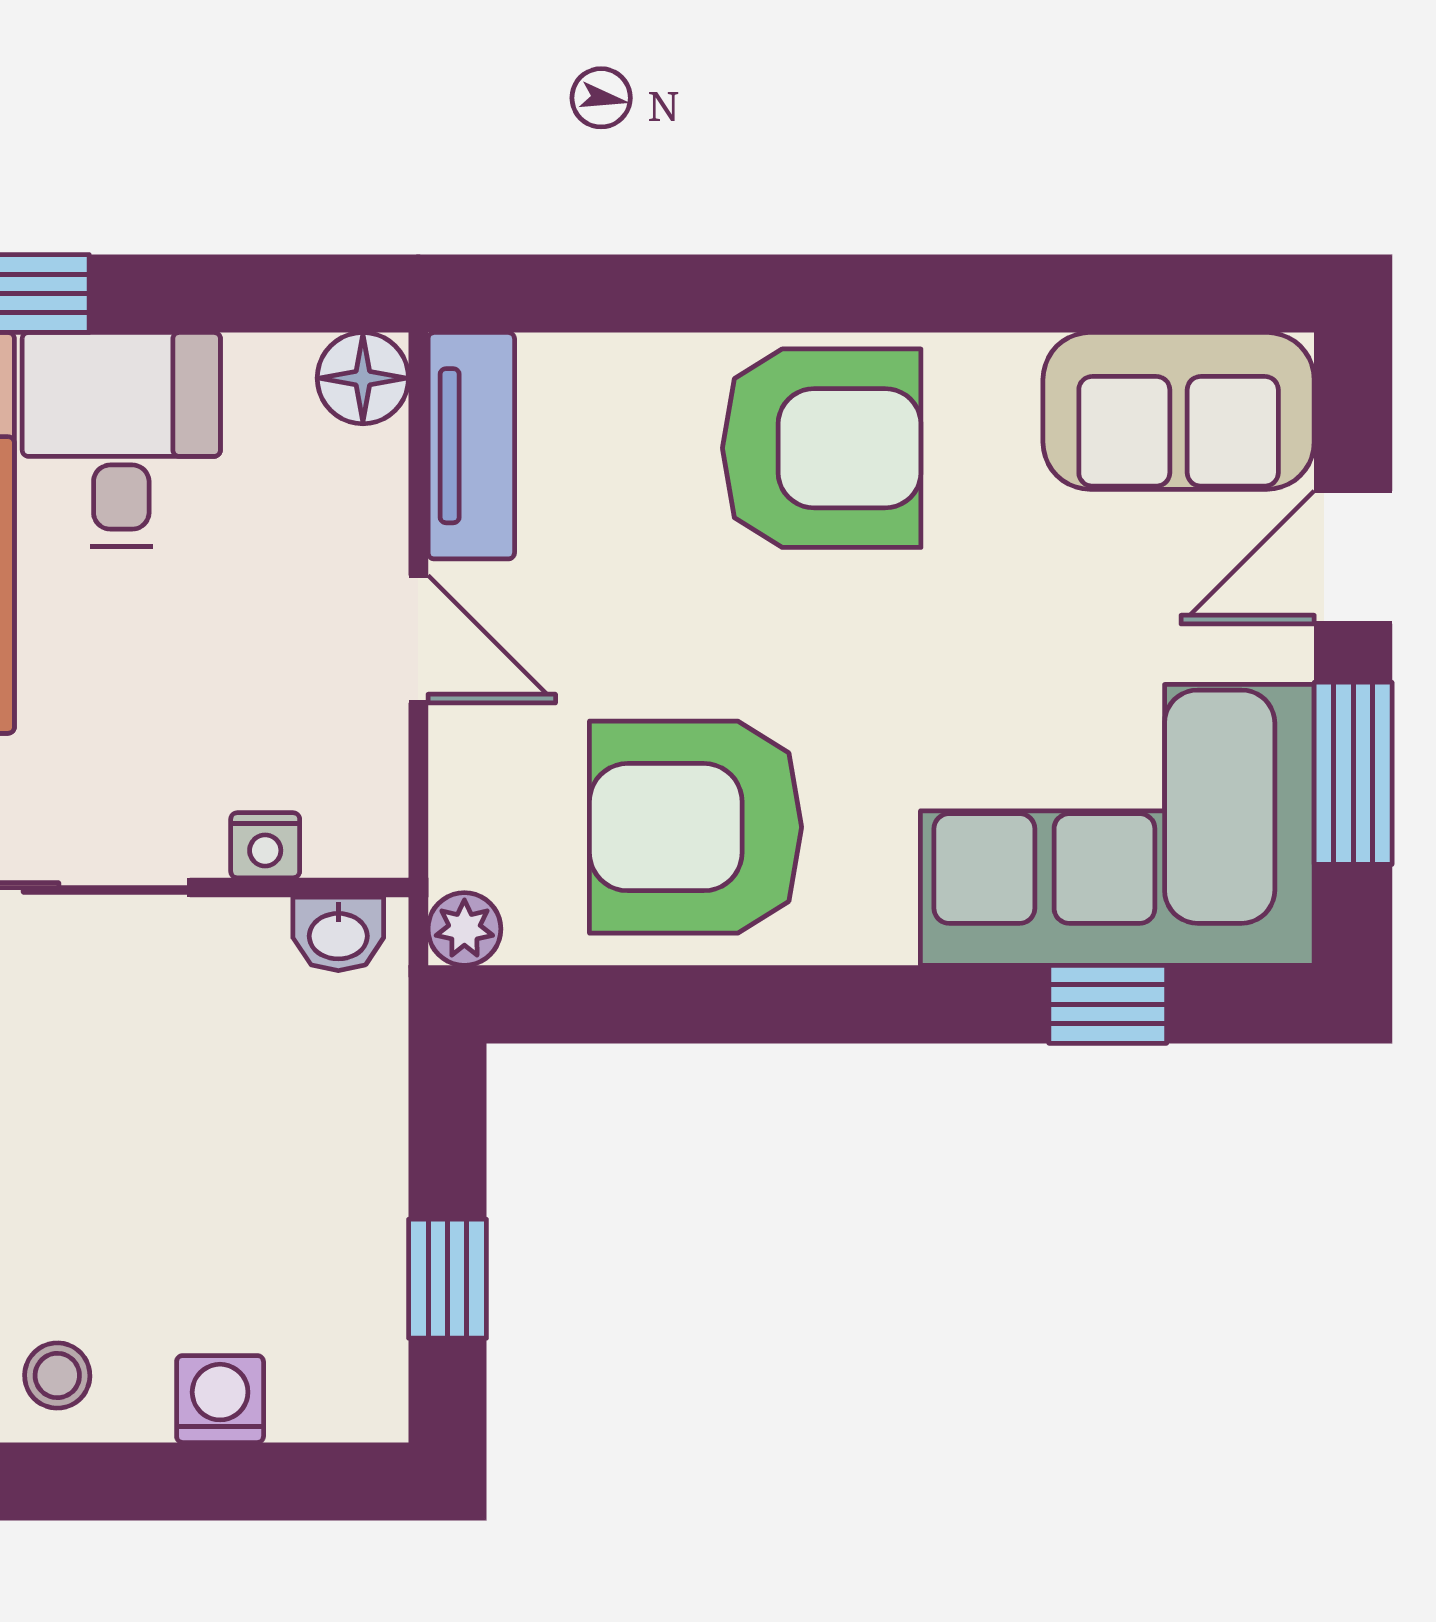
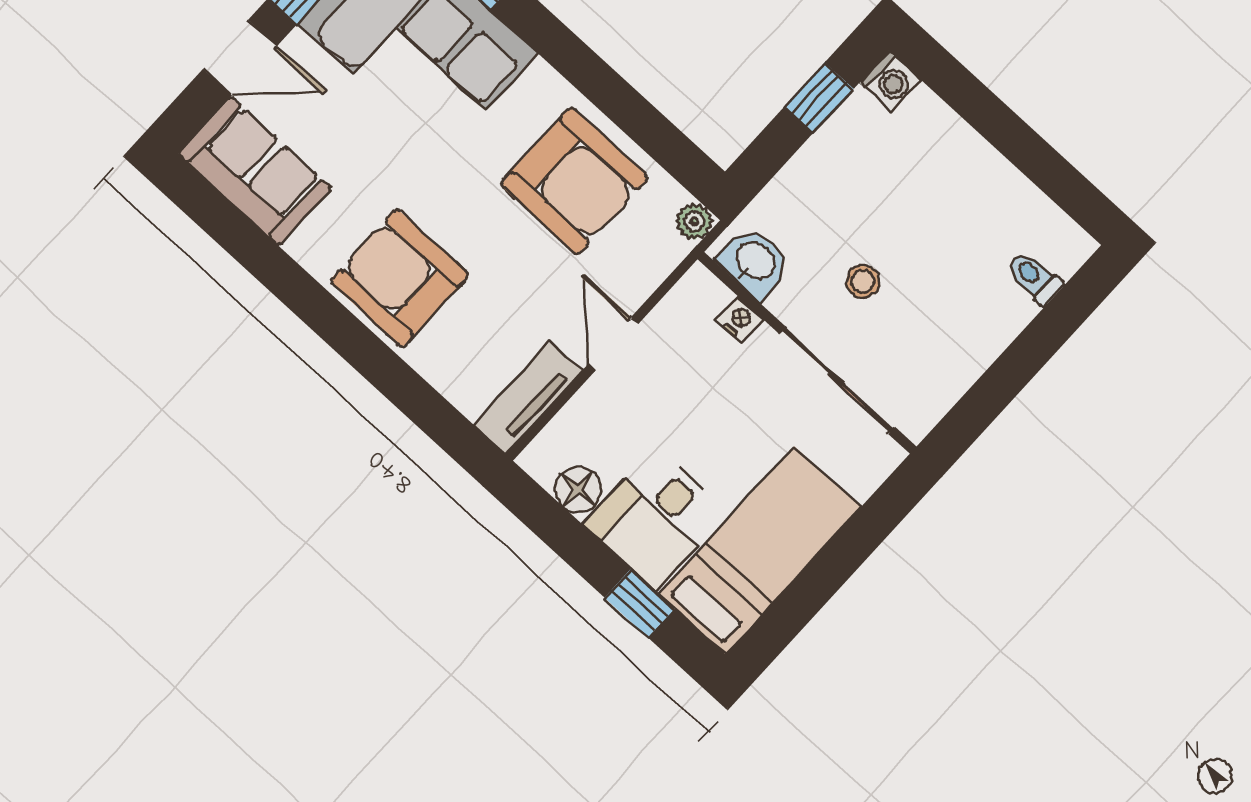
floor lamp: (363, 378) -> (578, 489), moved
washbasin: (338, 934) -> (755, 262), width x1.38, depth x1.45
stool: (57, 1376) -> (863, 281), moved
washing machine: (220, 1399) -> (890, 81), moved, turned -90

